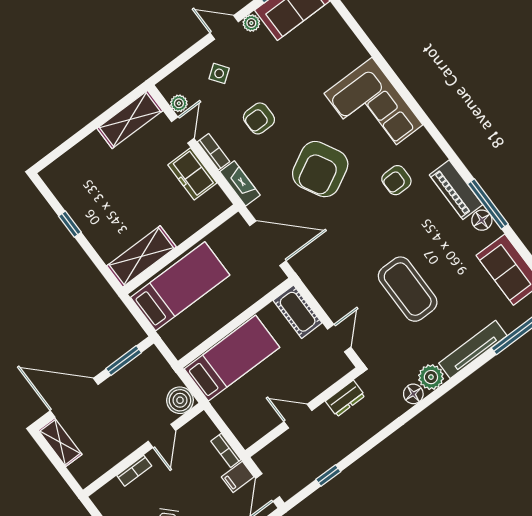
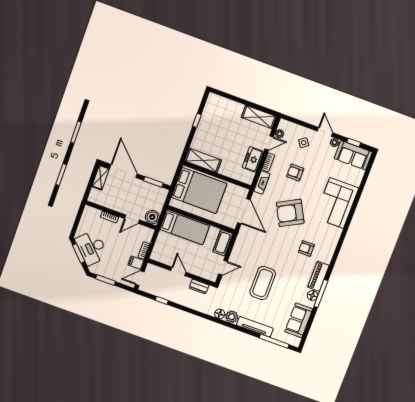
corner sofa: (373, 109) -> (337, 203), moved
bed: (180, 286) -> (199, 190), width x1.50

